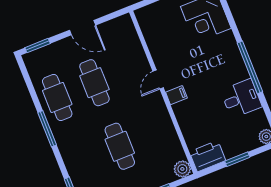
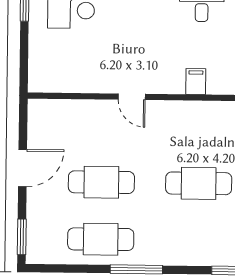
filing cabinet: (176, 95) -> (196, 82), moved

